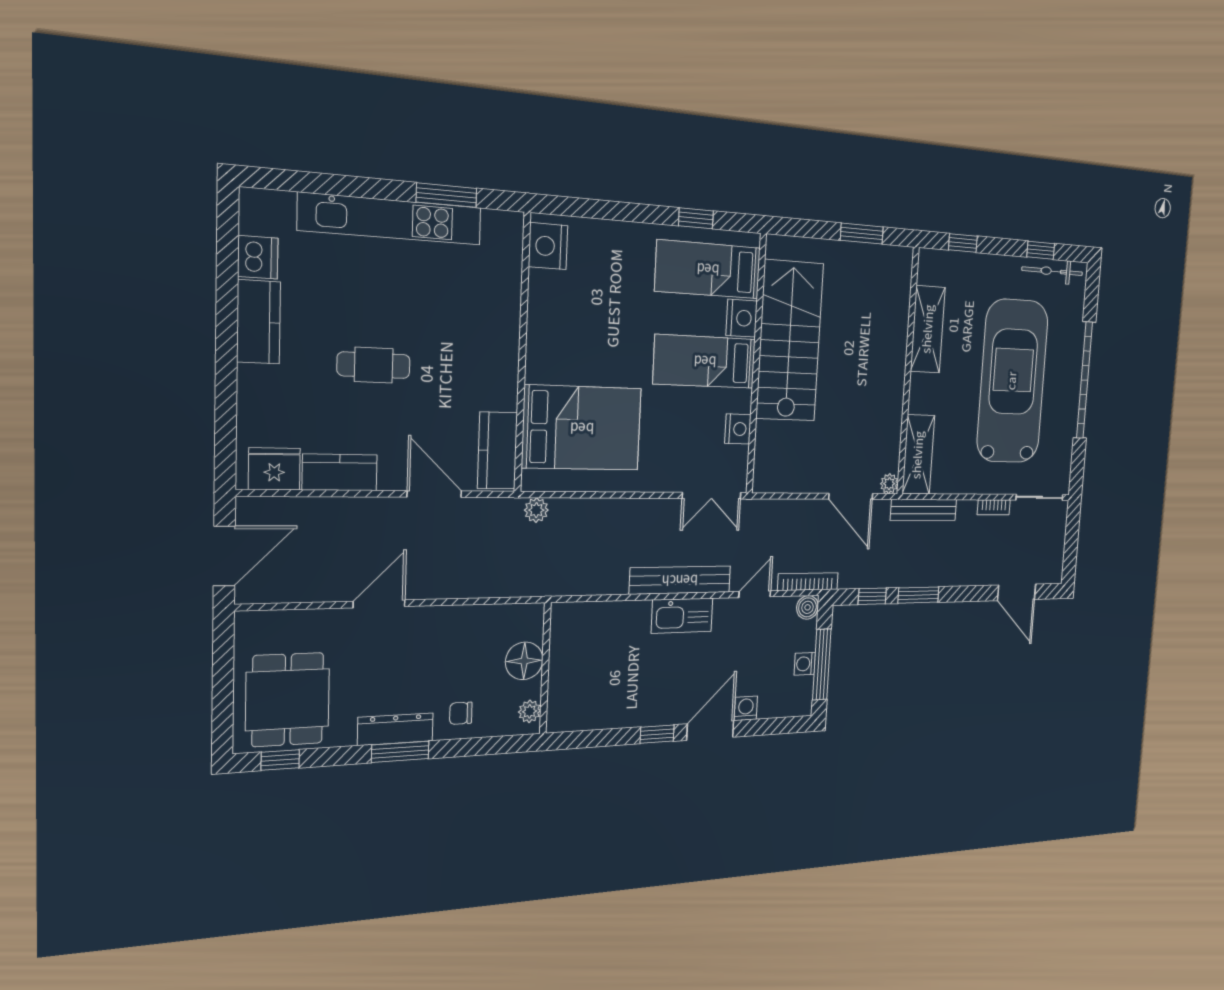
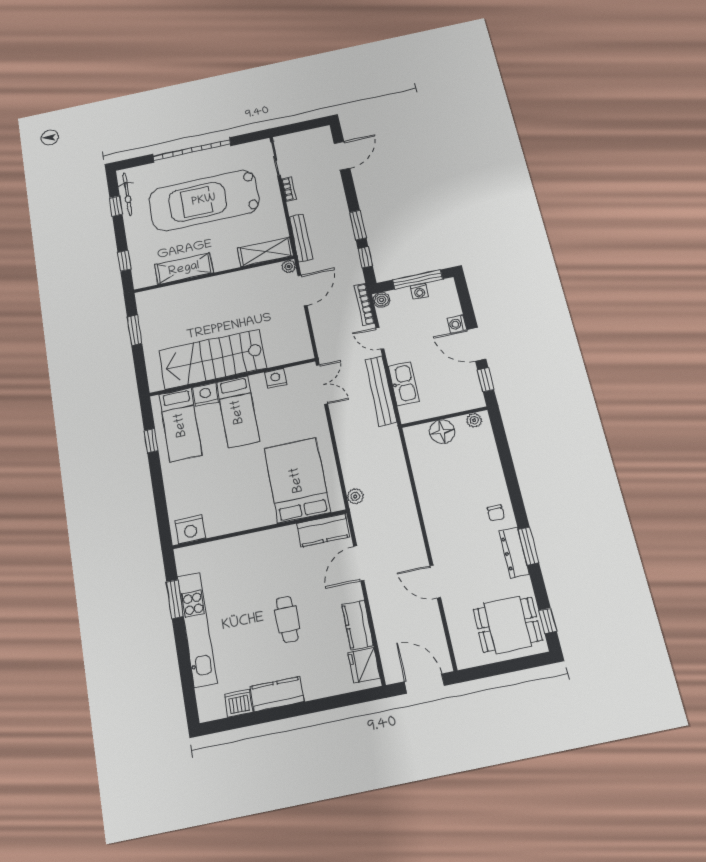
floor lamp: (524, 661) -> (442, 432), moved
wall: (545, 668) -> (444, 417), moved
plant: (530, 711) -> (474, 420), moved

